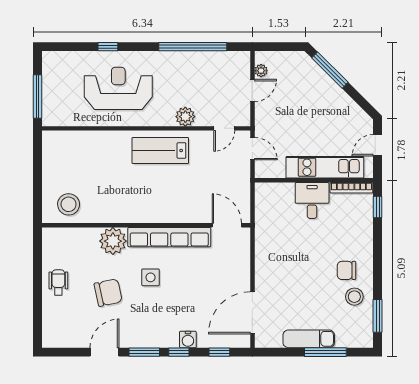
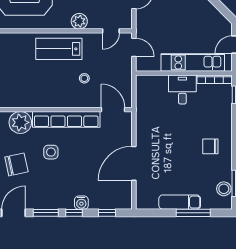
stool: (192, 187) -> (84, 78), added
stool: (354, 297) -> (224, 189), moved
door: (252, 313) -> (134, 163), moved

